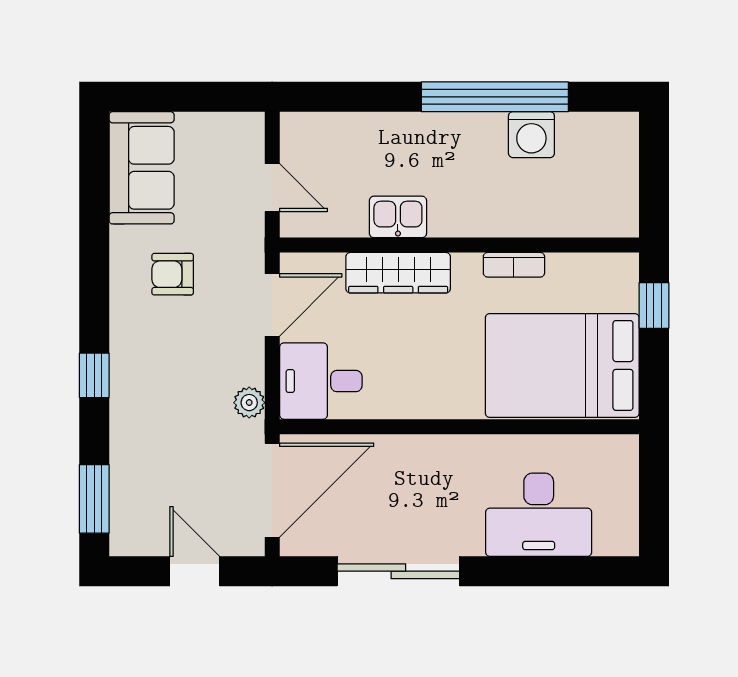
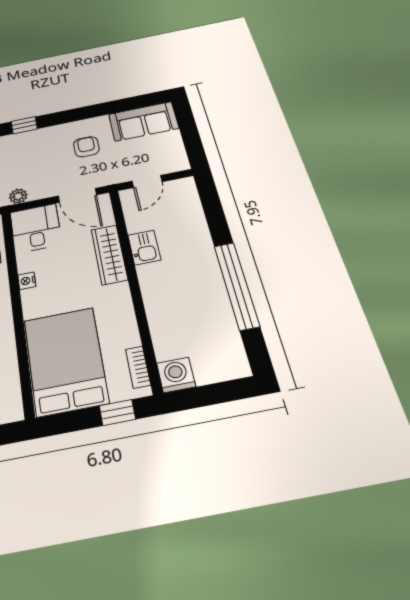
washing machine: (531, 135) -> (176, 375), moved, turned 90
bookcase: (514, 265) -> (138, 367), moved
nightstand: (416, 406) -> (27, 281), added

